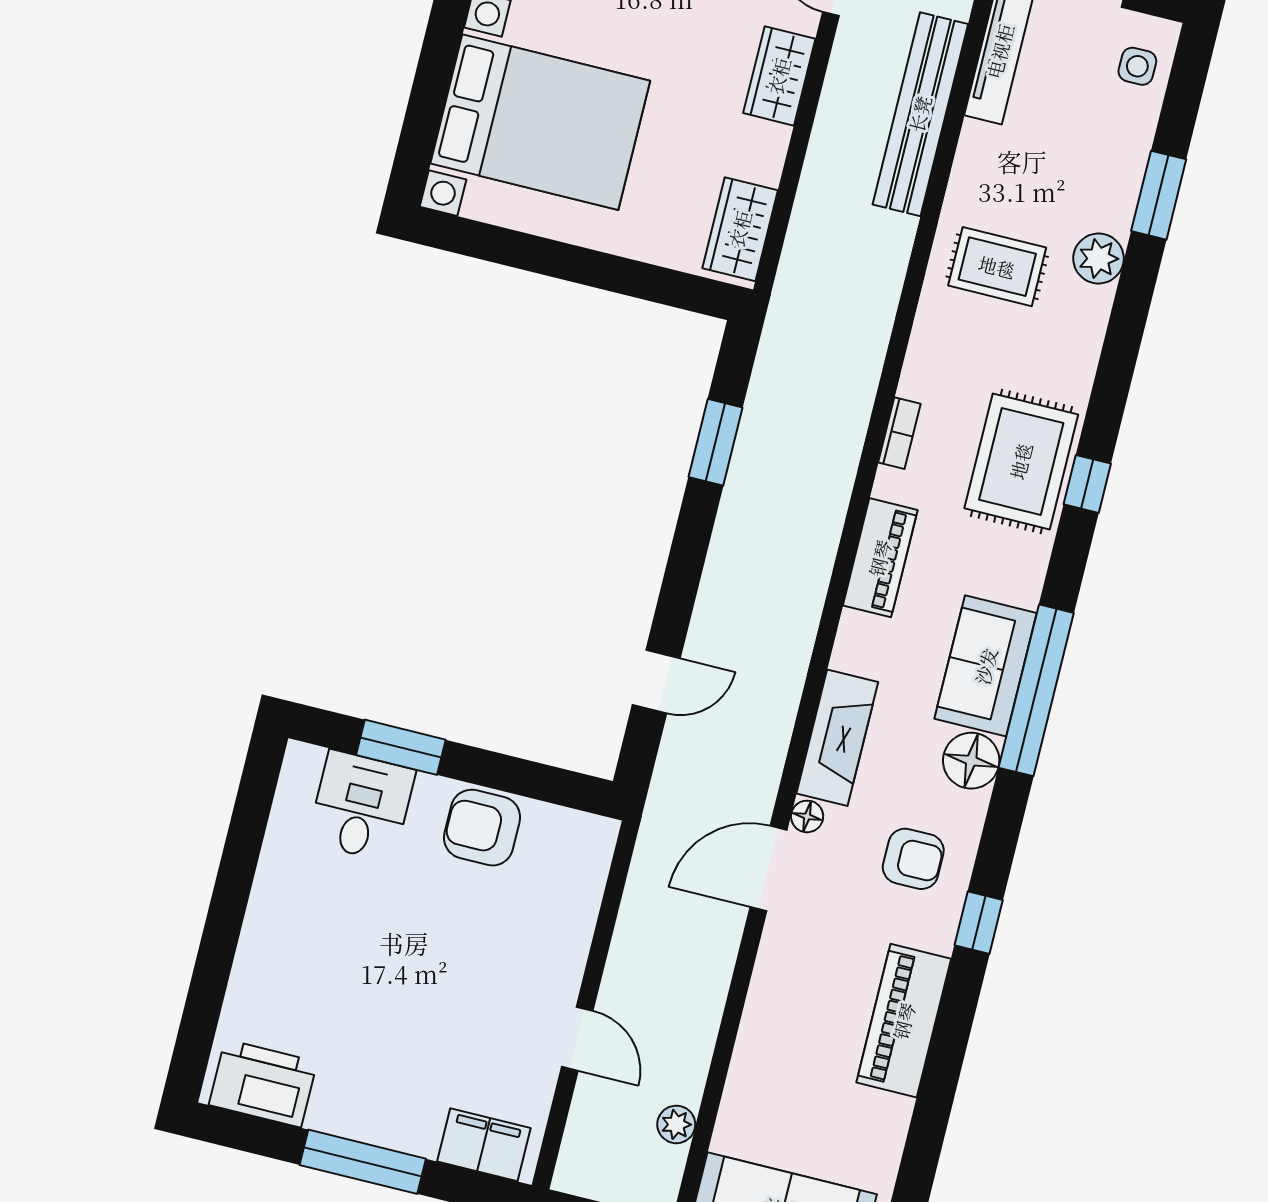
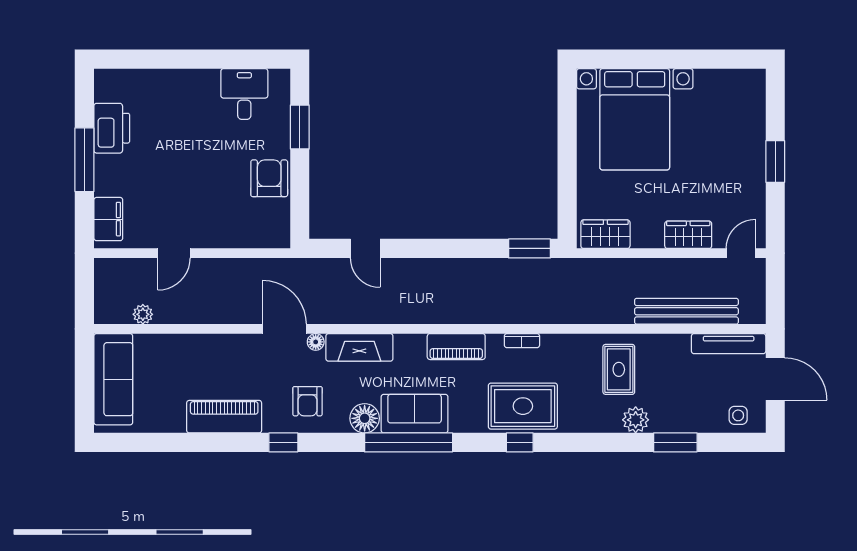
window: (716, 442) -> (529, 248), moved
desk: (361, 806) -> (244, 94), moved, turned -90
printer: (263, 1083) -> (112, 128), moved

